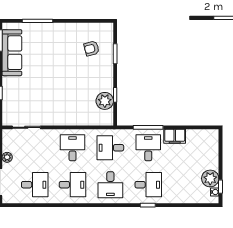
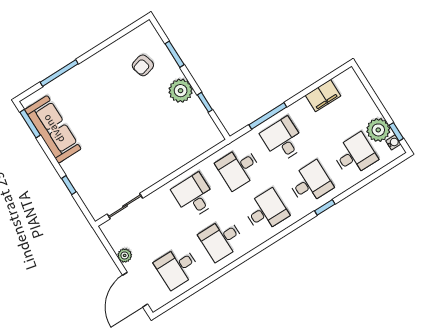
plant: (105, 101) -> (181, 91), moved
filing cabinet: (175, 136) -> (323, 96), moved
desk: (35, 185) -> (177, 267), turned 180
desk: (73, 185) -> (222, 239), turned 180
desk: (110, 185) -> (266, 211), turned -90
desk: (186, 185) -> (355, 155), added

